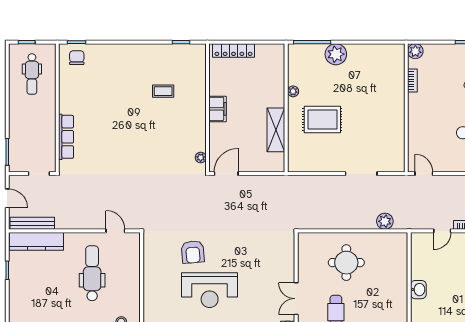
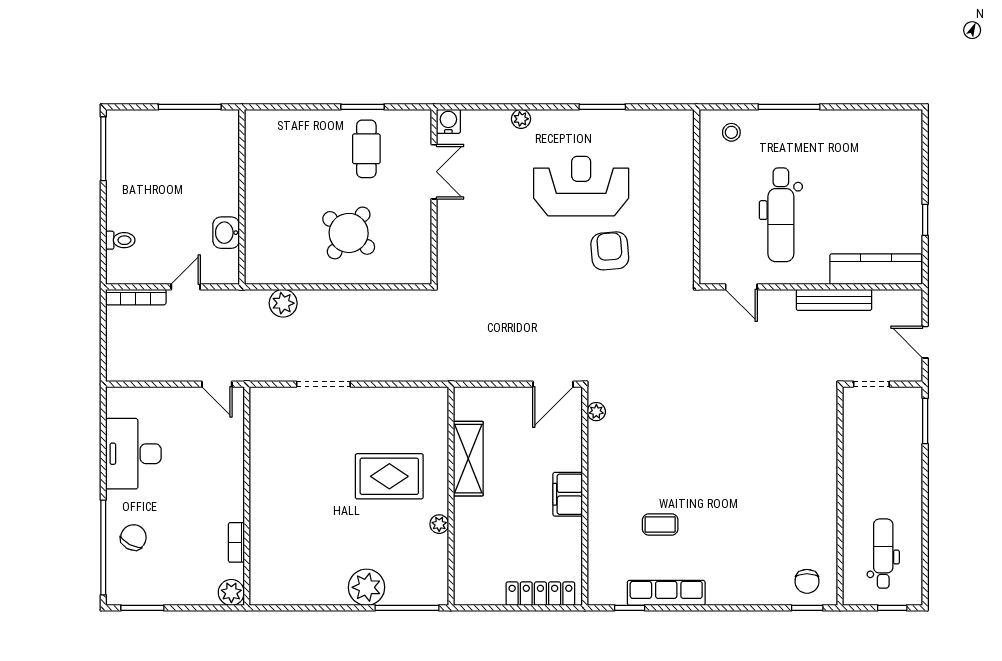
row of seats: (66, 137) -> (666, 593), moved, turned 90
bench: (32, 223) -> (834, 300), moved
round table: (346, 263) -> (349, 233), turned 37
washbasin: (418, 290) -> (226, 233), moved

